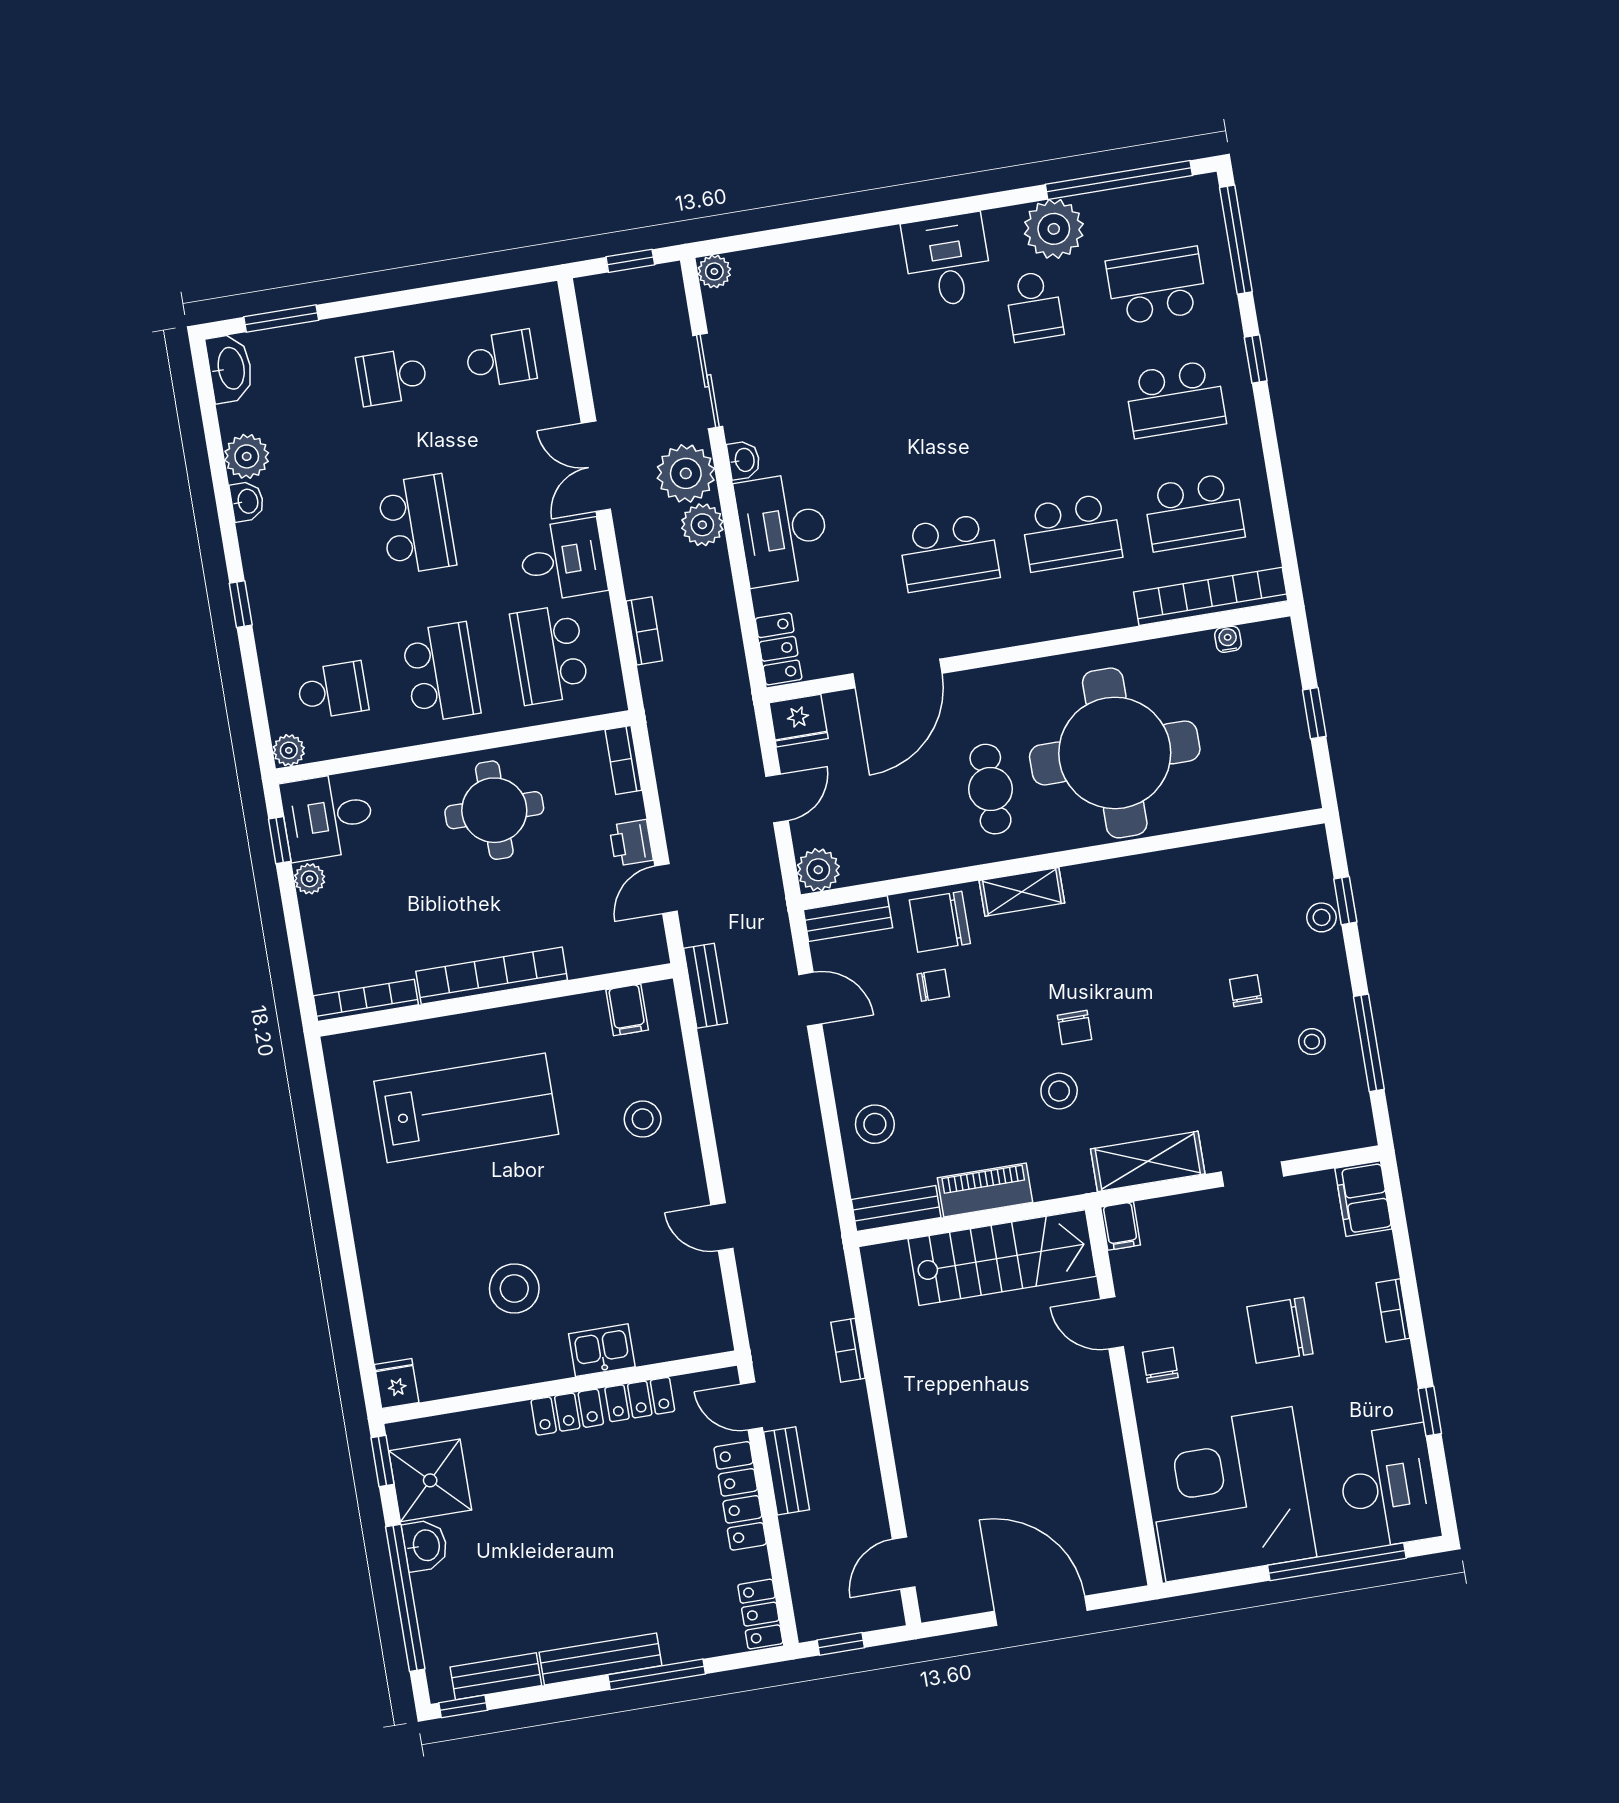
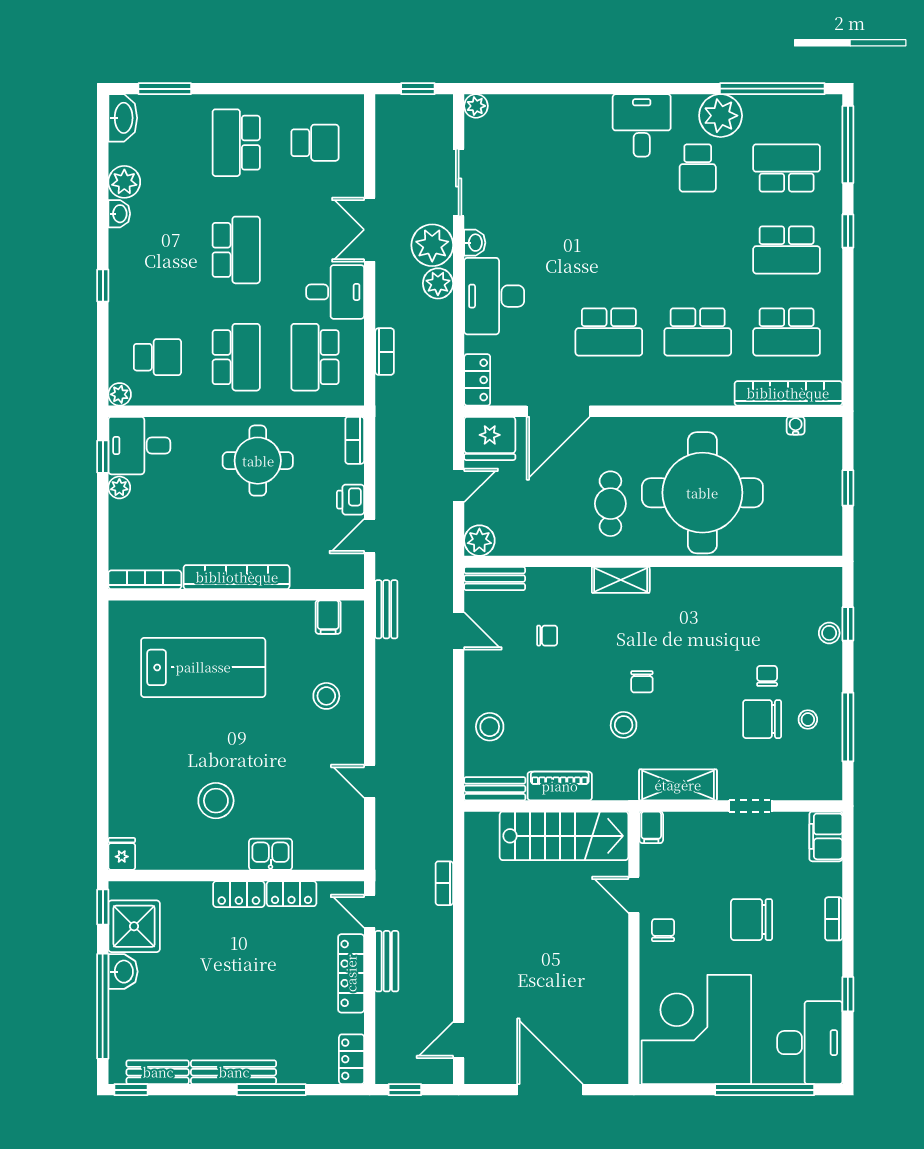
school desk: (392, 377) -> (236, 143), width x1.85
fridge: (799, 721) -> (490, 438), width x1.36, depth x1.34
chair: (940, 922) -> (762, 719), moved

